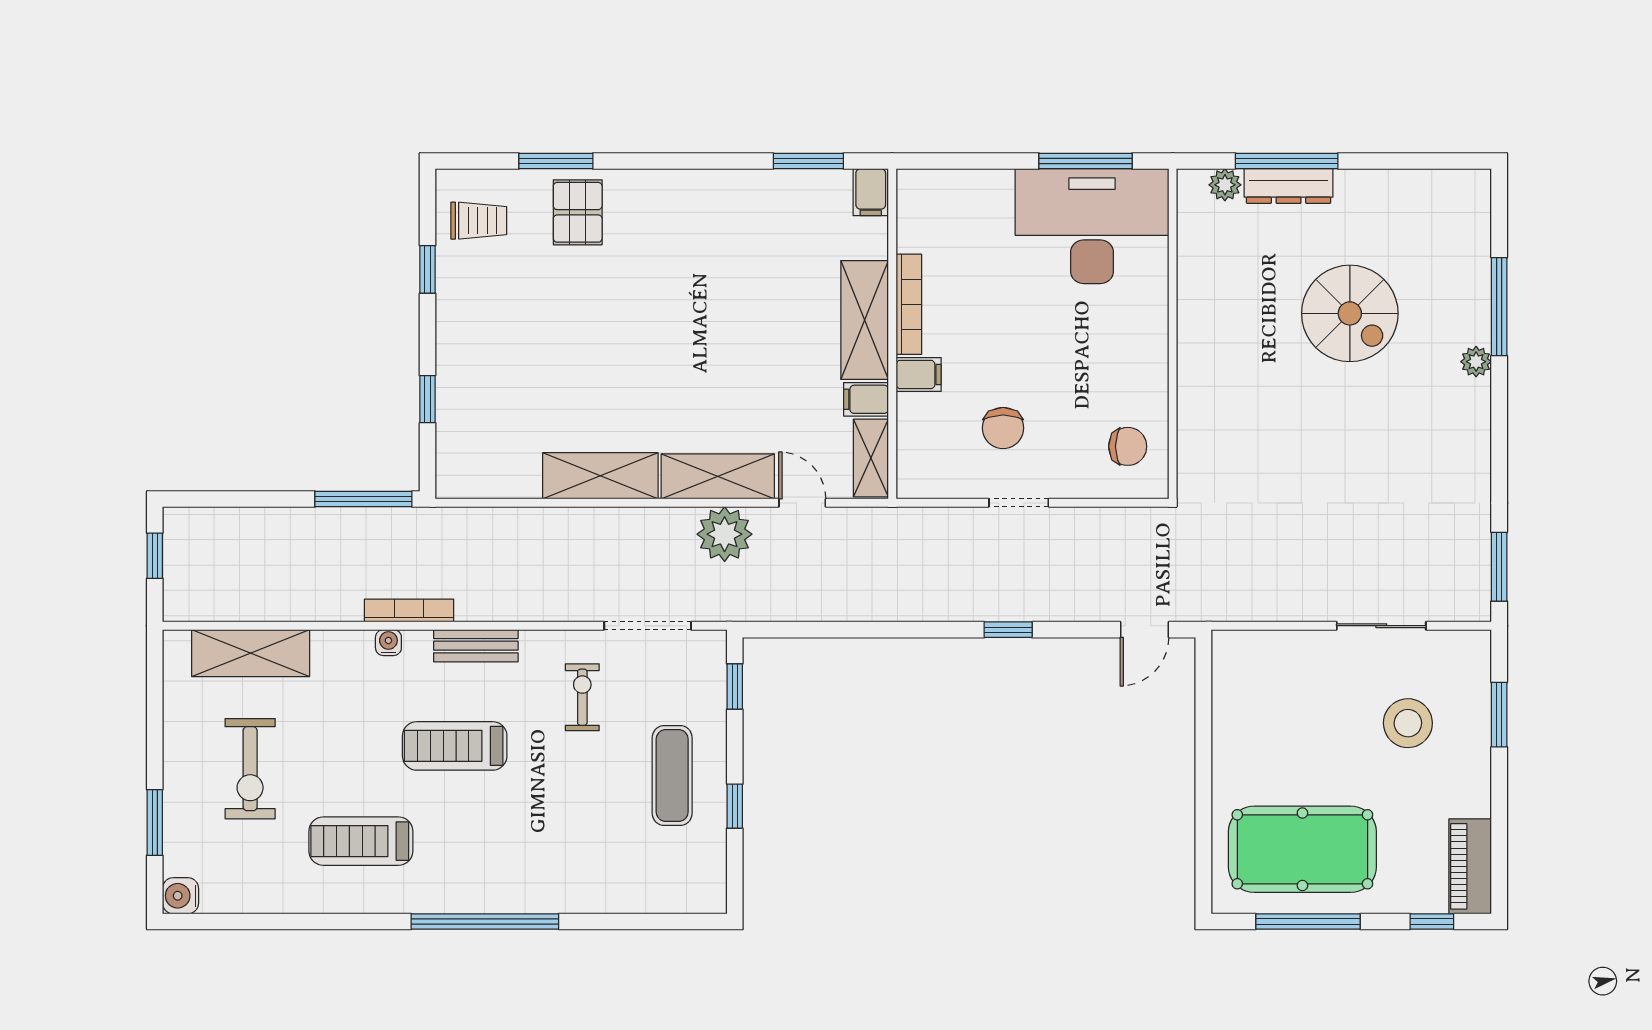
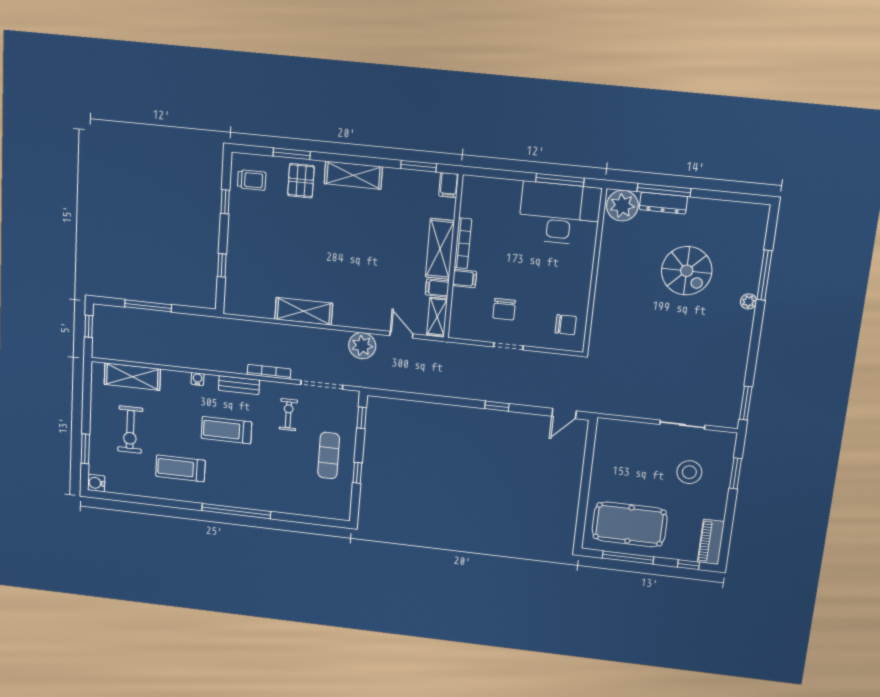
plant: (1225, 185) -> (622, 206), width x1.87, depth x1.87
shelving: (718, 476) -> (353, 175), moved
window: (363, 499) -> (148, 306), moved
bookcase: (409, 610) -> (269, 372), moved

